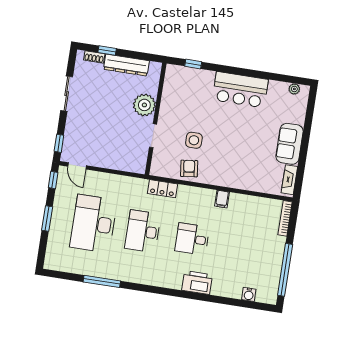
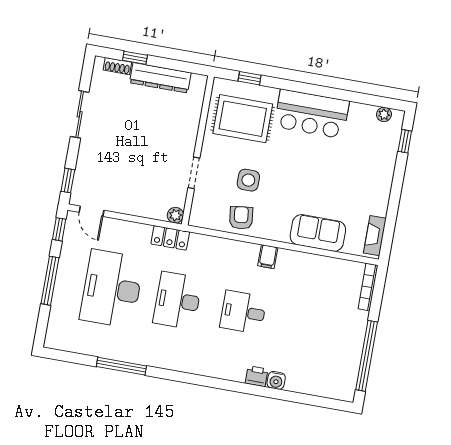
rug: (189, 94) -> (243, 119), added
plant: (144, 105) -> (175, 215), moved, width x0.53, depth x0.53
window: (310, 109) -> (405, 141), added
sofa: (290, 144) -> (318, 233), moved, turned 90
locker: (162, 189) -> (170, 238), moved
filing cabinet: (222, 199) -> (268, 257), moved
window: (47, 219) -> (50, 281), width x1.44
printer: (197, 283) -> (257, 376), width x0.53, depth x0.68
water cooler: (249, 294) -> (276, 380), moved

